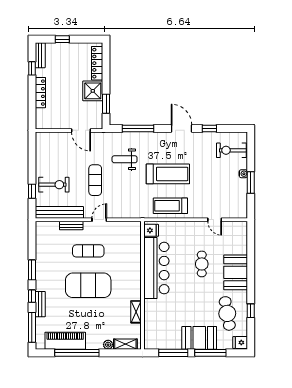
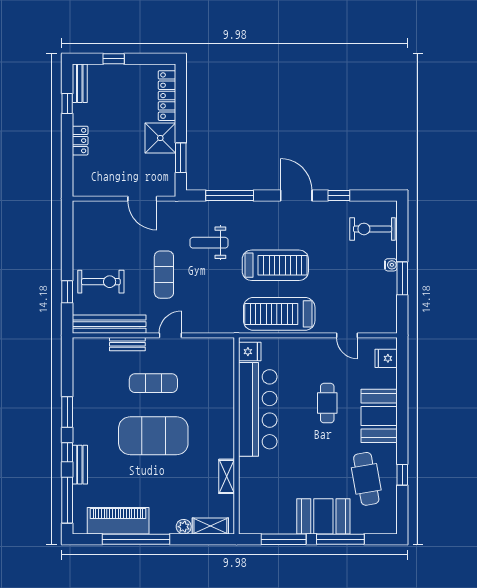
locker: (40, 93) -> (80, 141), width x0.66
treadmill: (170, 206) -> (279, 314), width x1.37, depth x1.38
fridge: (240, 342) -> (386, 358), moved

